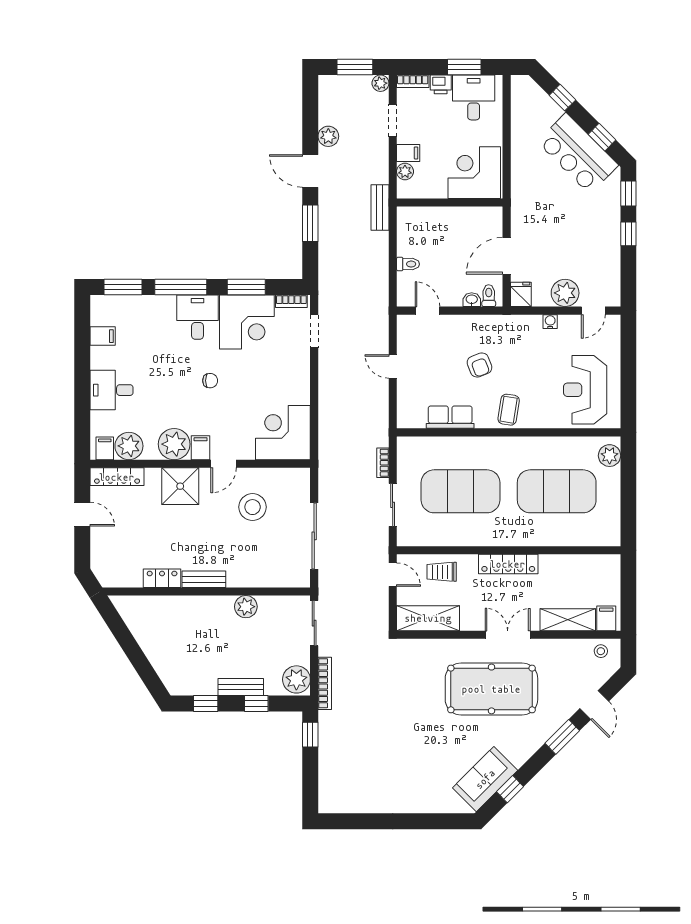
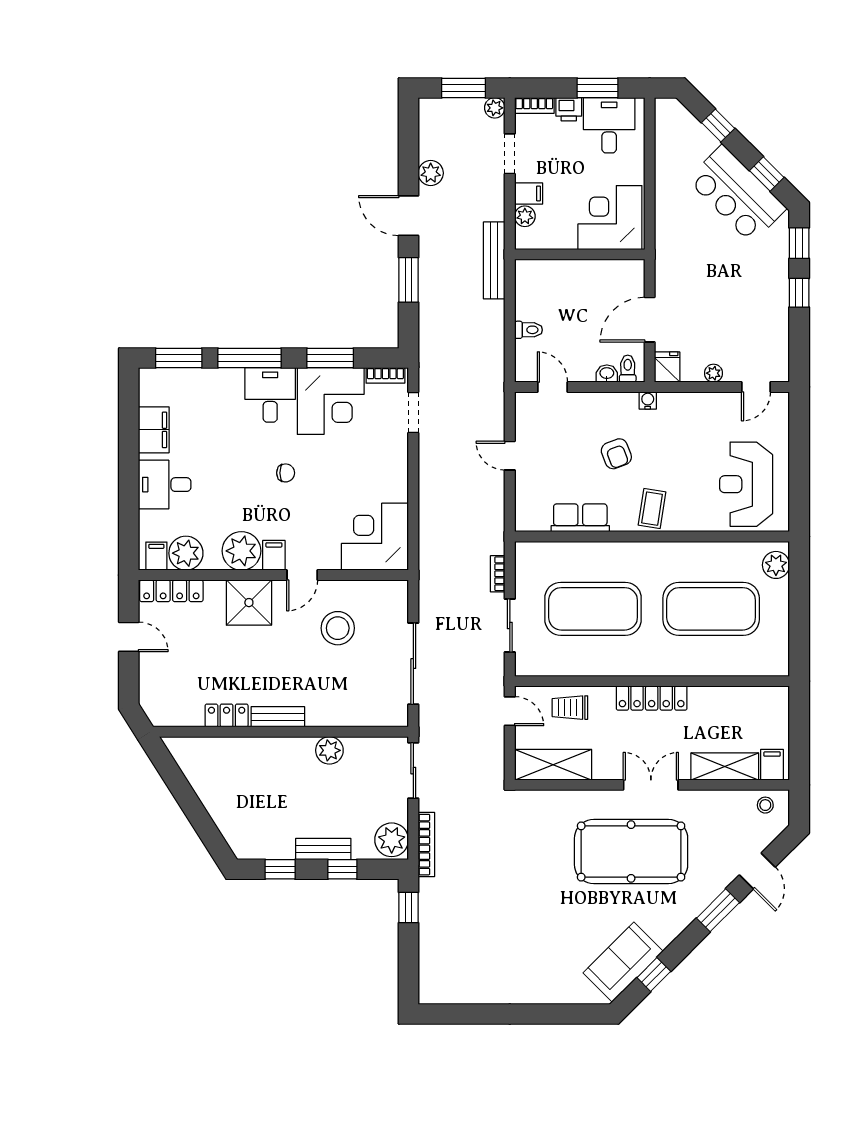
bench: (380, 208) -> (494, 260), width x1.36
plant: (565, 293) -> (713, 373), width x0.53, depth x0.53
water cooler: (550, 322) -> (648, 400), moved
filing cabinet: (103, 336) -> (154, 430), width x2.00

